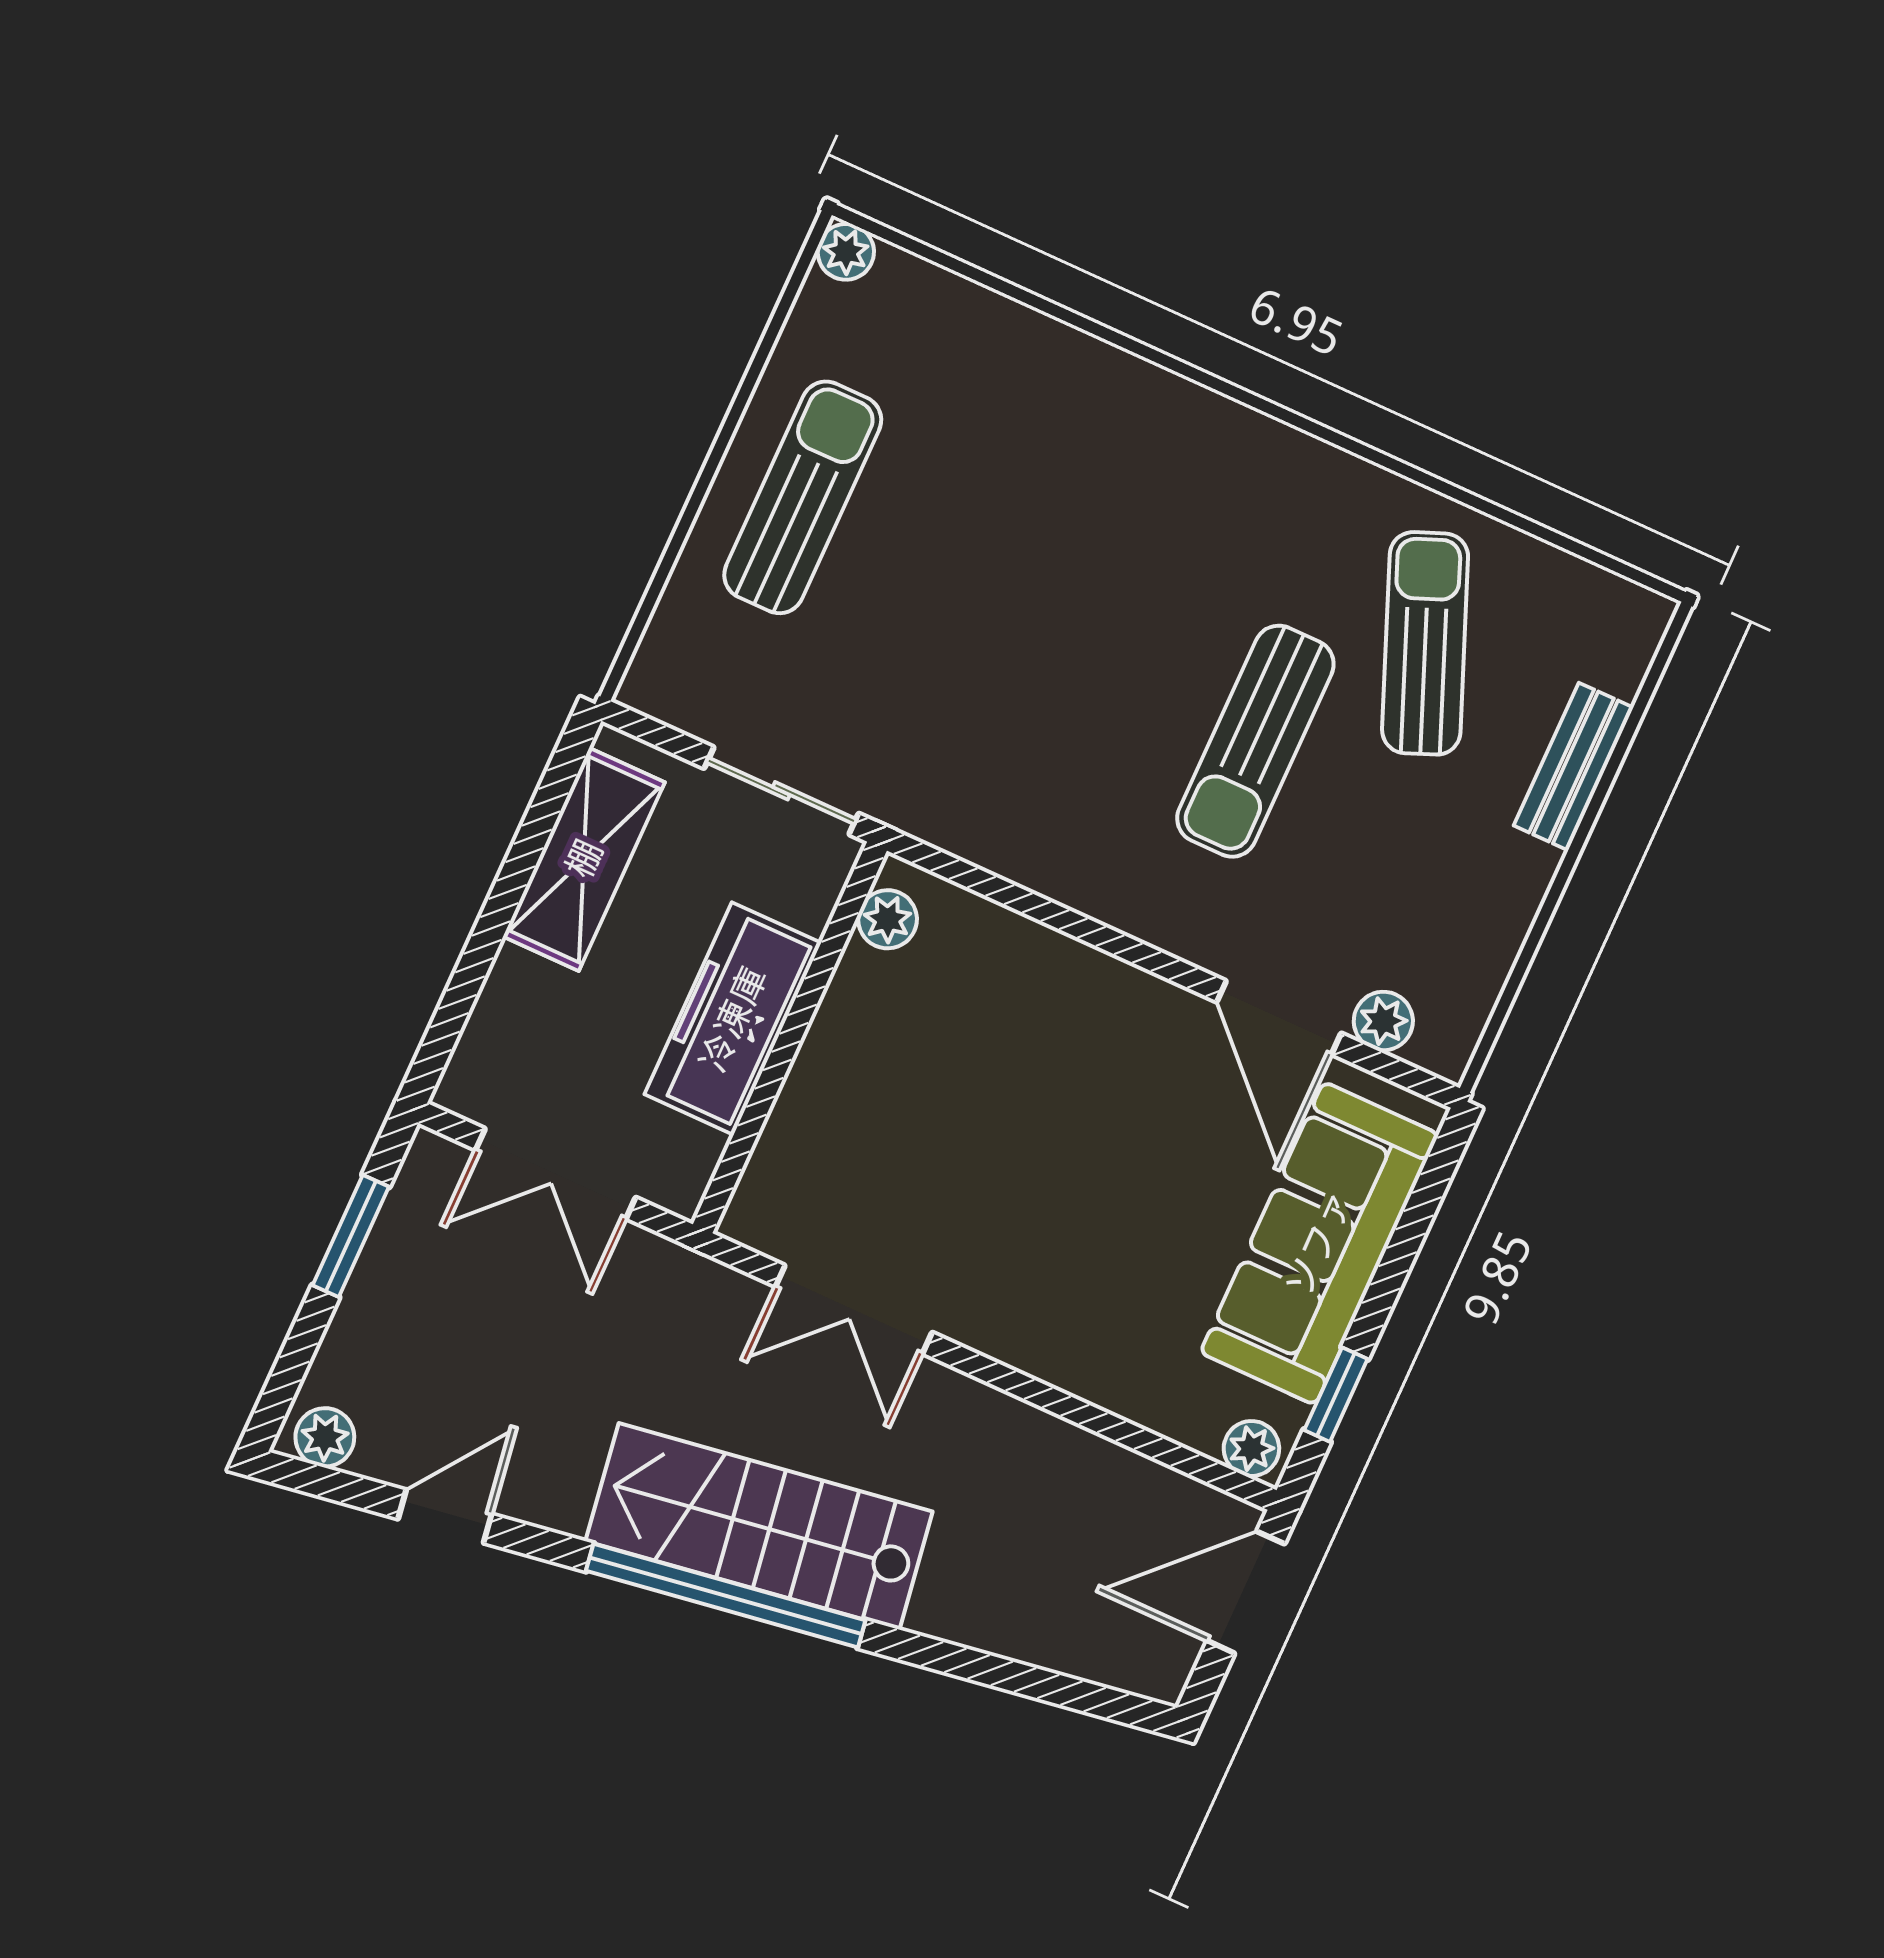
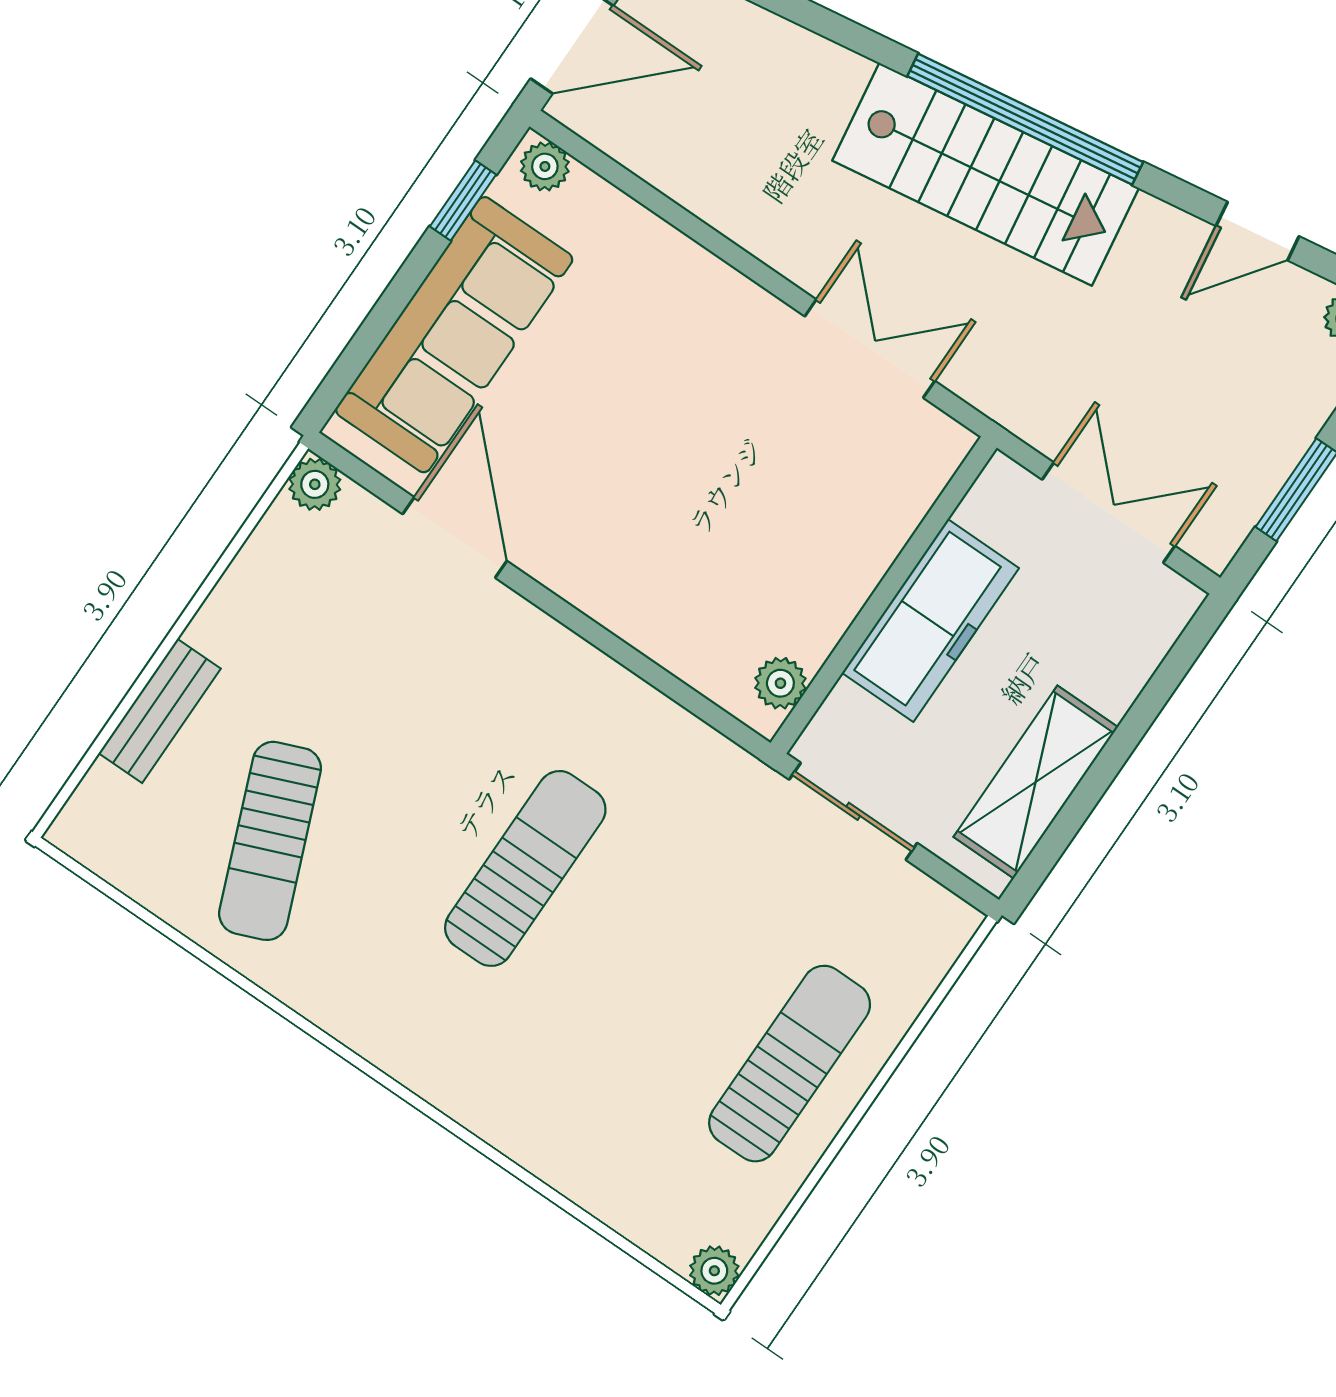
sun lounger: (803, 497) -> (790, 1064), turned 180
sun lounger: (1255, 741) -> (525, 868), moved
plant: (1383, 1021) -> (315, 484), moved

